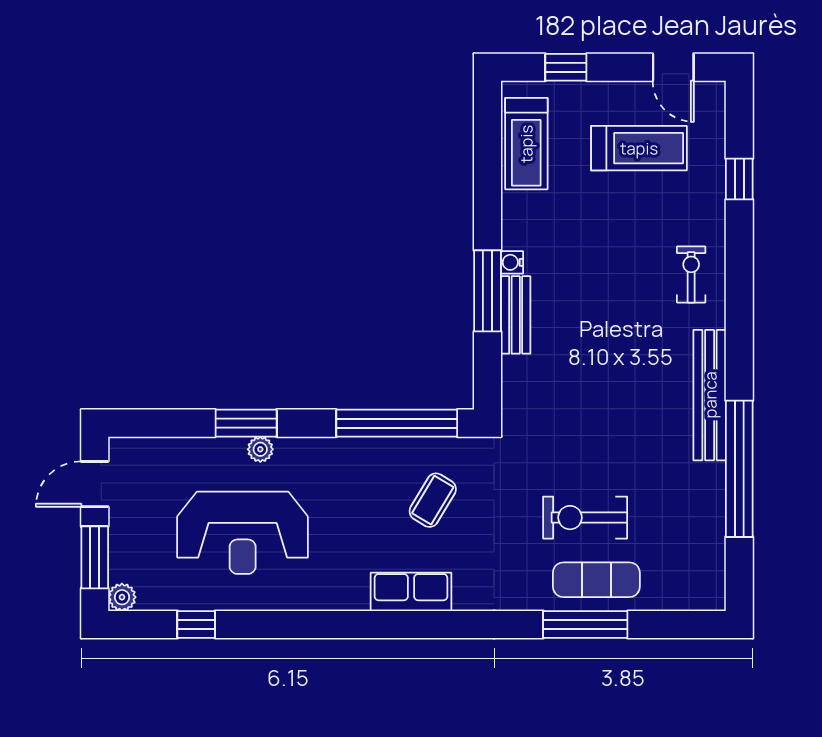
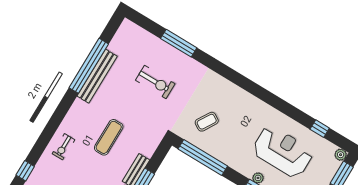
bench: (710, 395) -> (97, 76), moved
exercise mat: (596, 580) -> (109, 137), moved, turned 90
row of seats: (411, 592) -> (235, 93), removed

